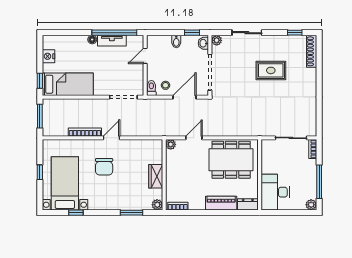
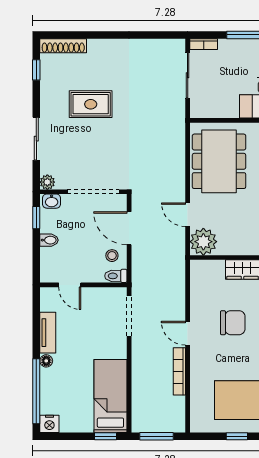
window: (114, 33) -> (36, 391), moved
nightstand: (48, 56) -> (49, 424), moved
rug: (271, 70) -> (91, 104), turned 90
plant: (171, 144) -> (203, 242), width x1.88, depth x1.88
chair: (104, 167) -> (233, 323), moved

